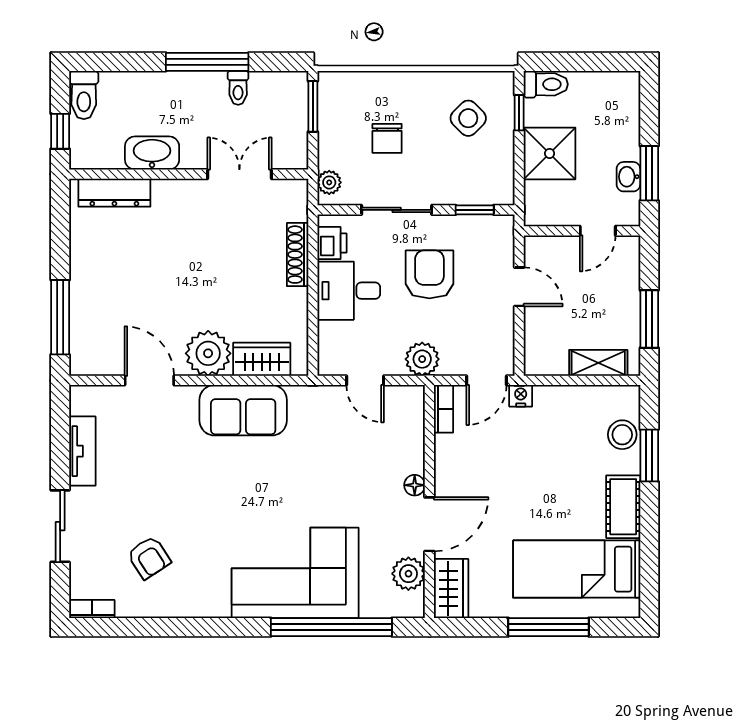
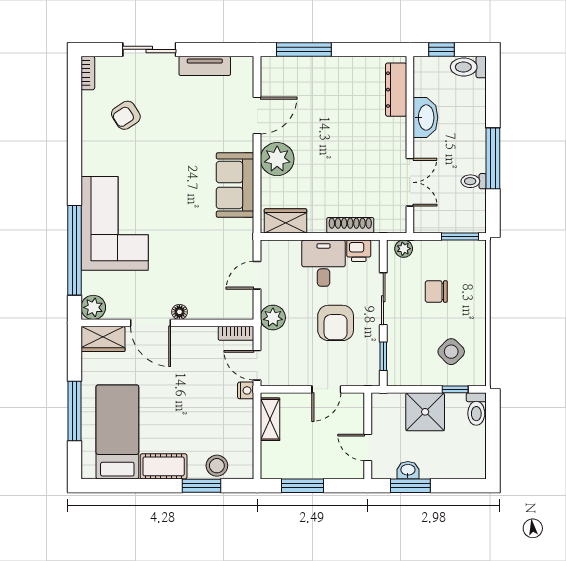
armchair: (429, 274) -> (336, 323), turned 90
wardrobe: (262, 359) -> (285, 221), moved, turned -90
shelving: (598, 363) -> (270, 419), moved
plant: (408, 574) -> (93, 307), moved

